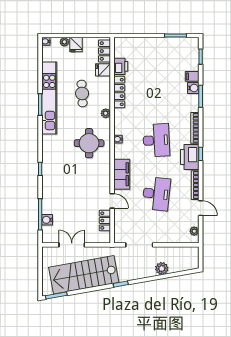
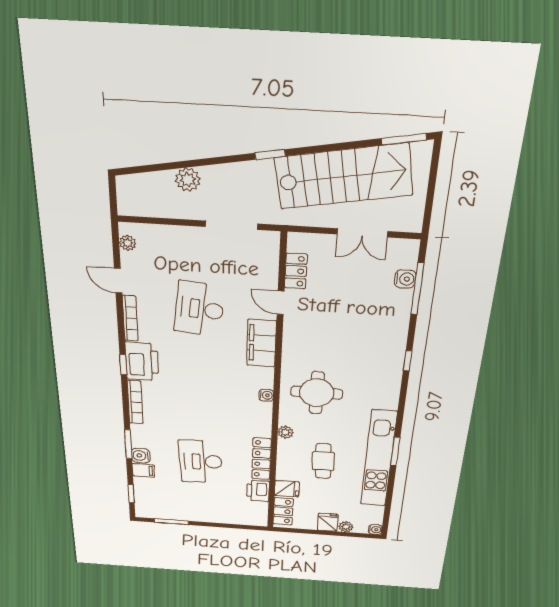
desk: (156, 140) -> (201, 462), moved

